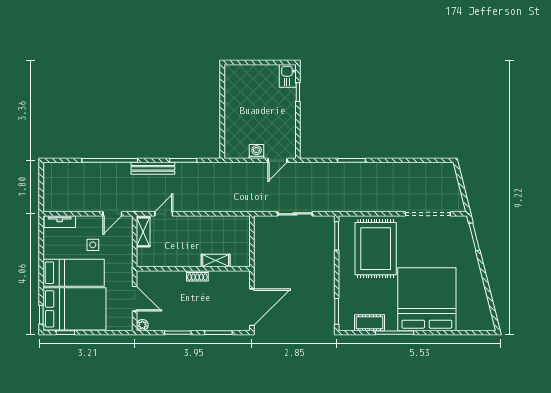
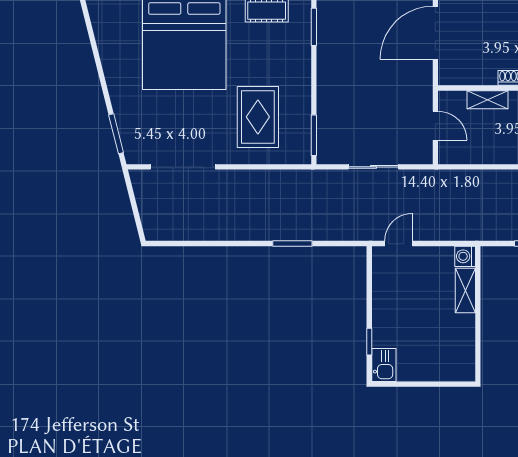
shelving: (231, 128) -> (465, 291), added
washing machine: (257, 152) -> (465, 256), moved, turned 90
door: (252, 243) -> (435, 126), added
rug: (376, 249) -> (258, 117), width x0.73, depth x0.69

